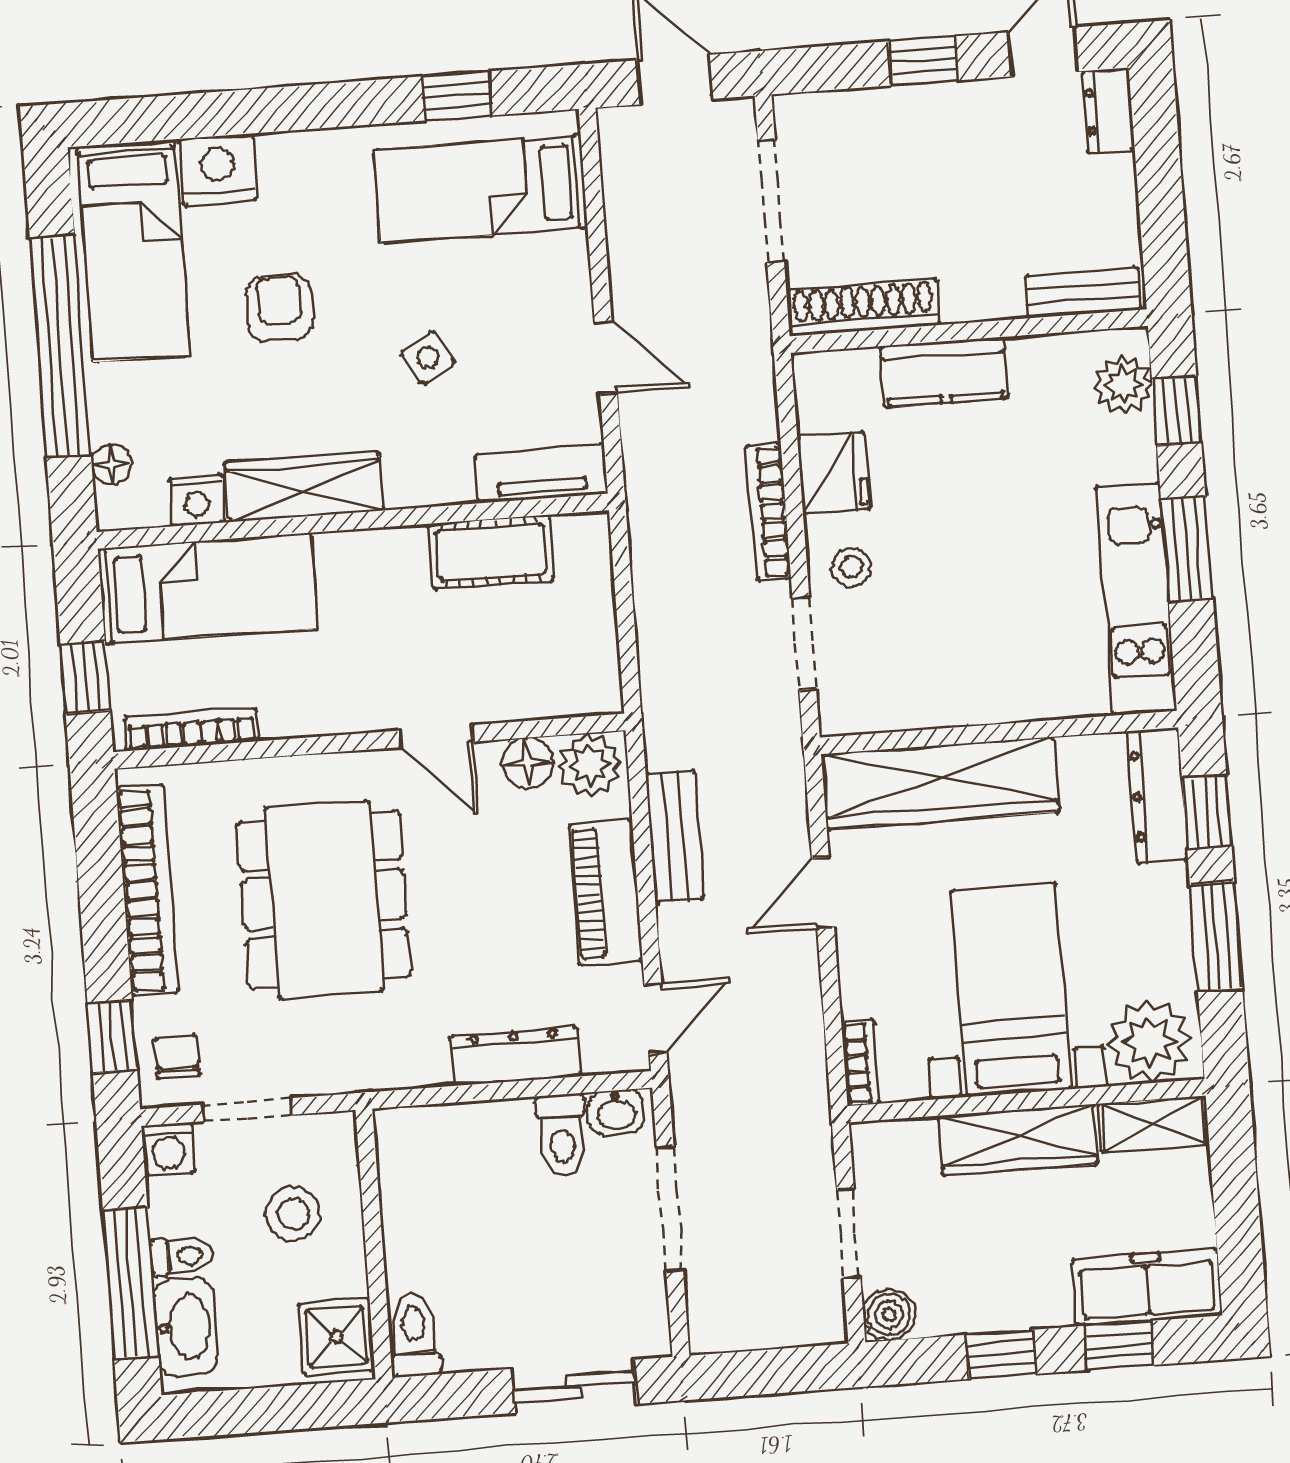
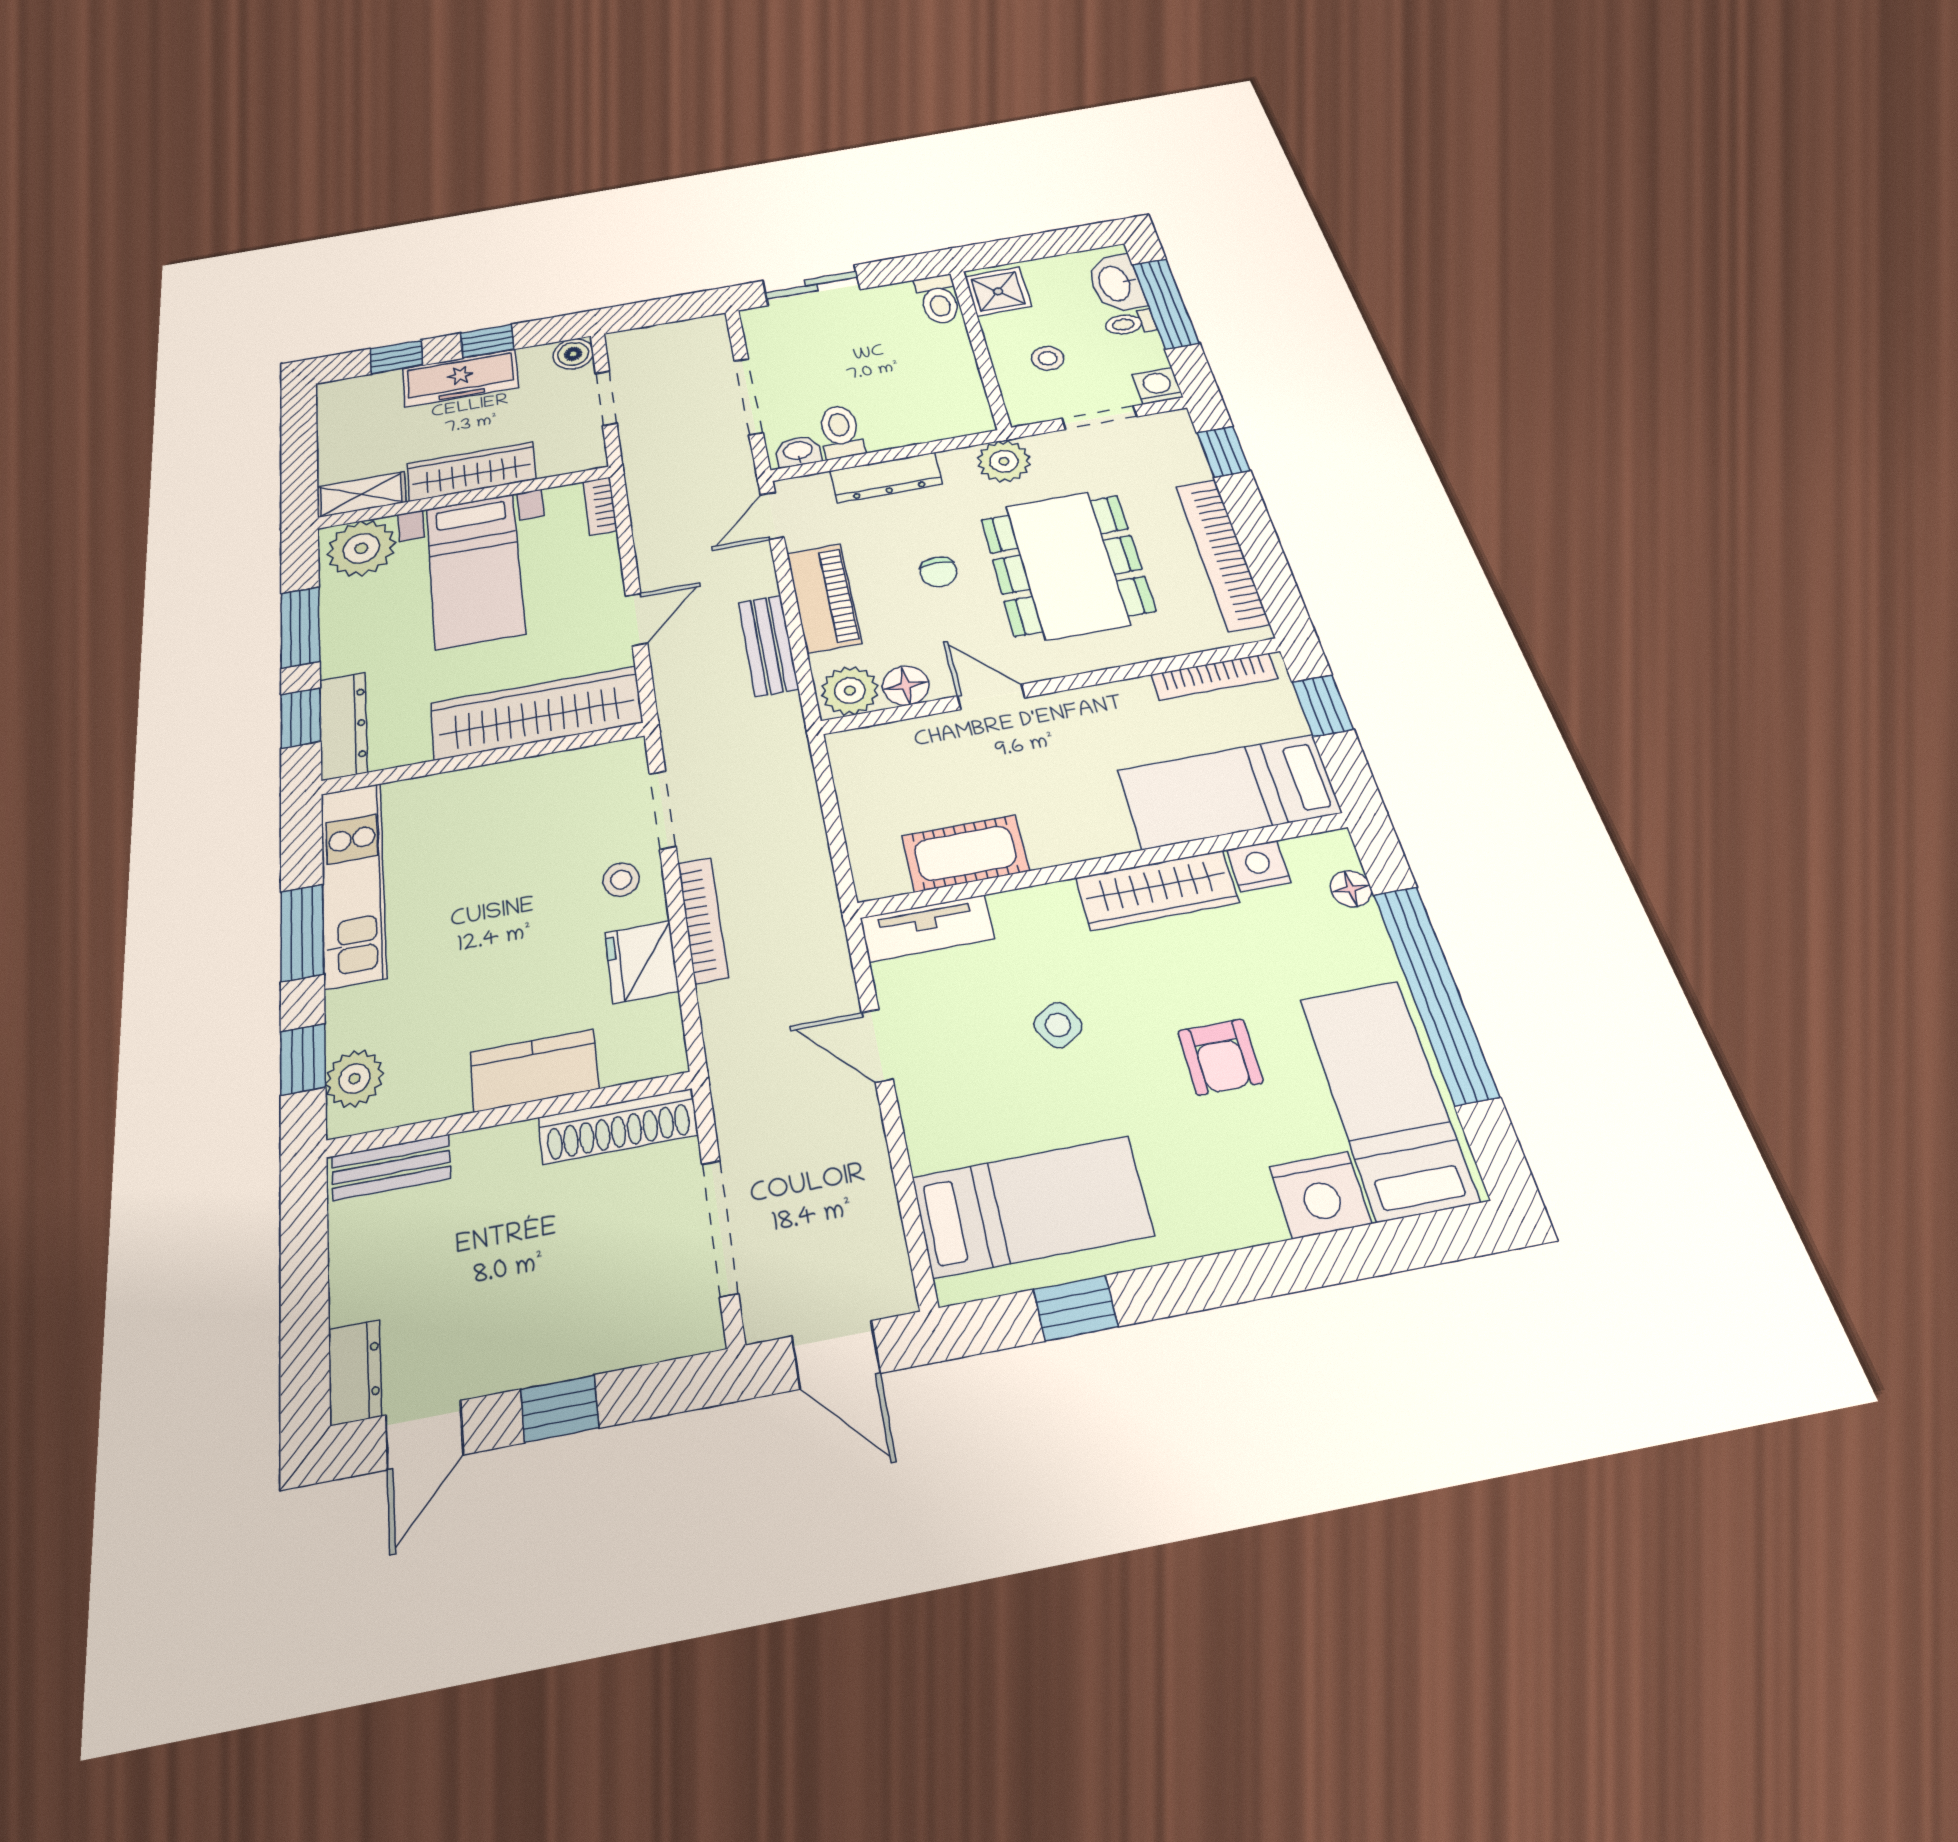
chair: (177, 1057) -> (938, 572), moved
plant: (372, 1060) -> (1004, 461), added
stool: (293, 1214) -> (1048, 358), width x0.73, depth x0.73
freezer: (1147, 1287) -> (461, 378), moved

